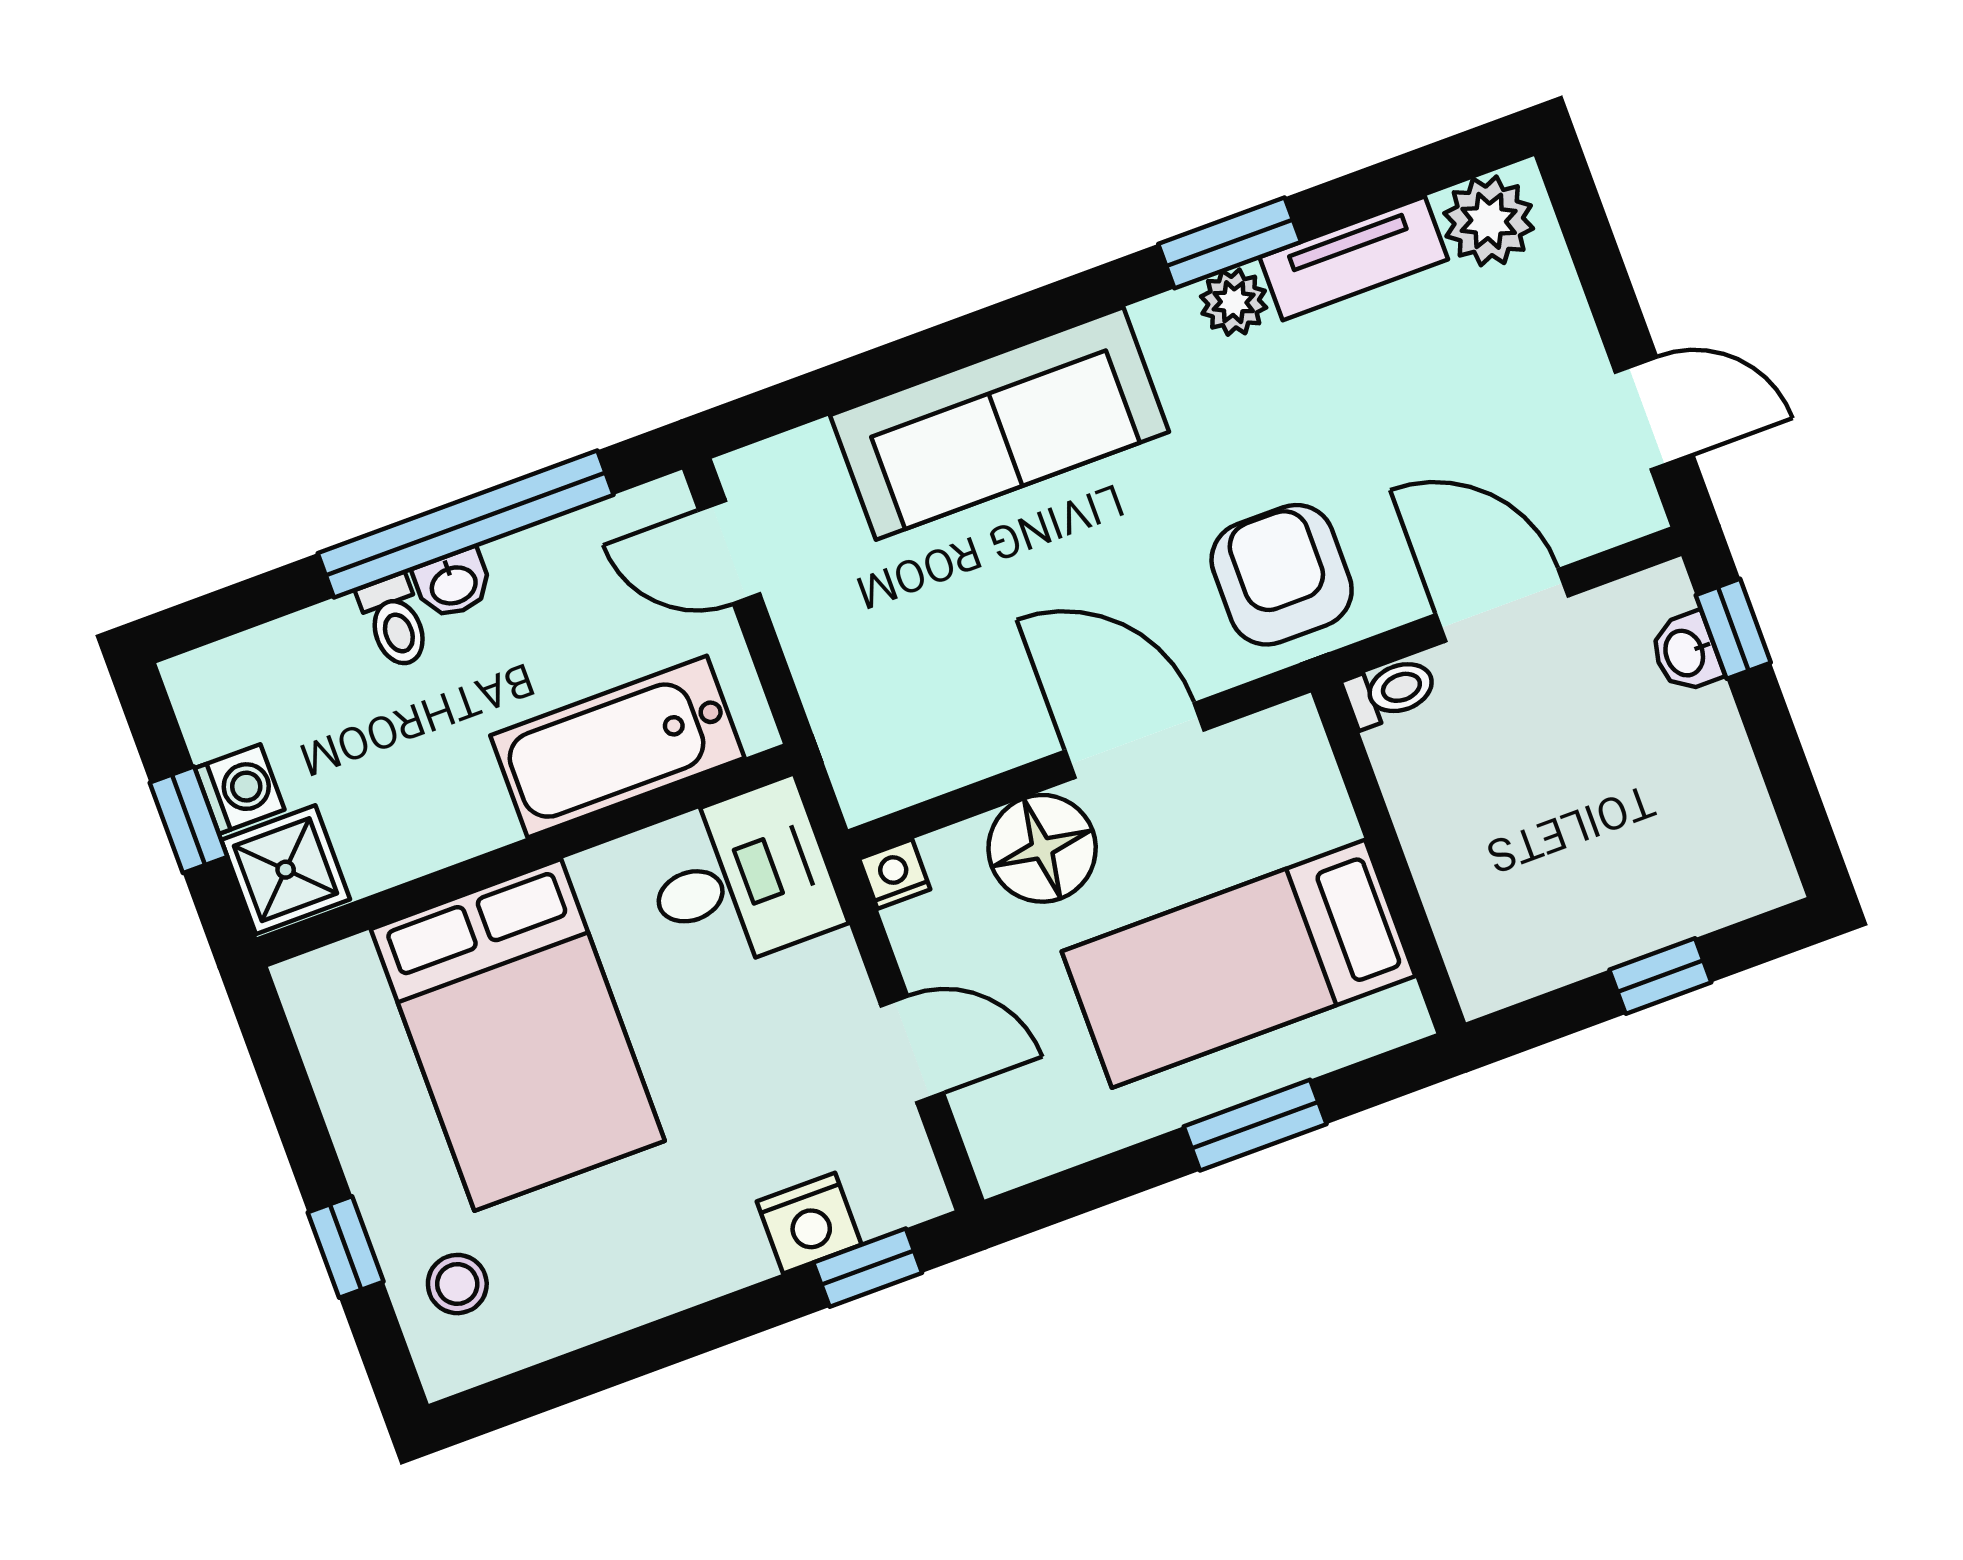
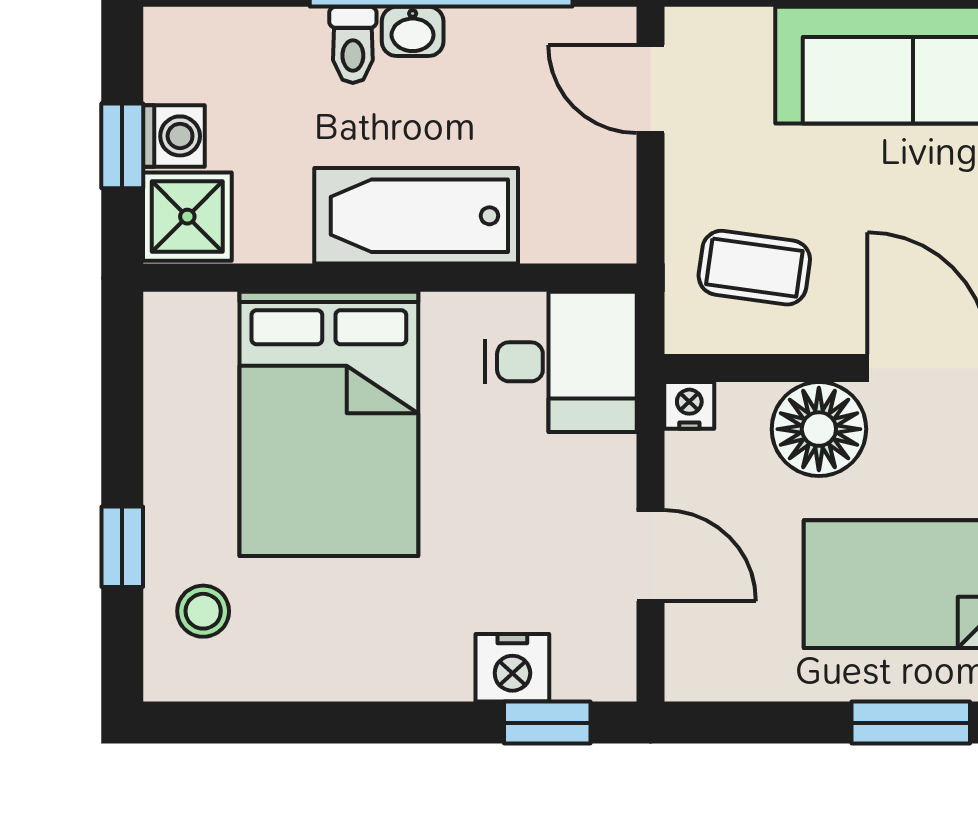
coffee table: (910, 702) -> (754, 268), added
bathtub: (617, 747) -> (416, 216), moved

